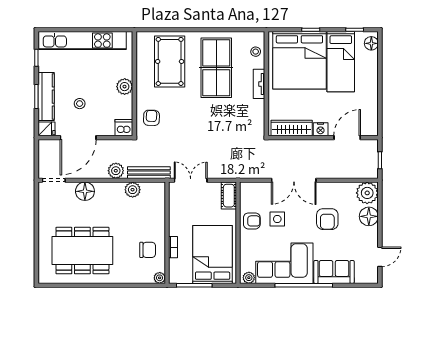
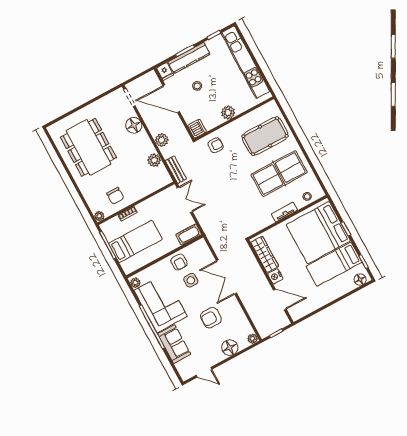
bench: (149, 173) -> (176, 170), width x0.73
plant: (367, 193) -> (253, 339), width x0.53, depth x0.53
bed: (213, 254) -> (135, 241), width x0.67

